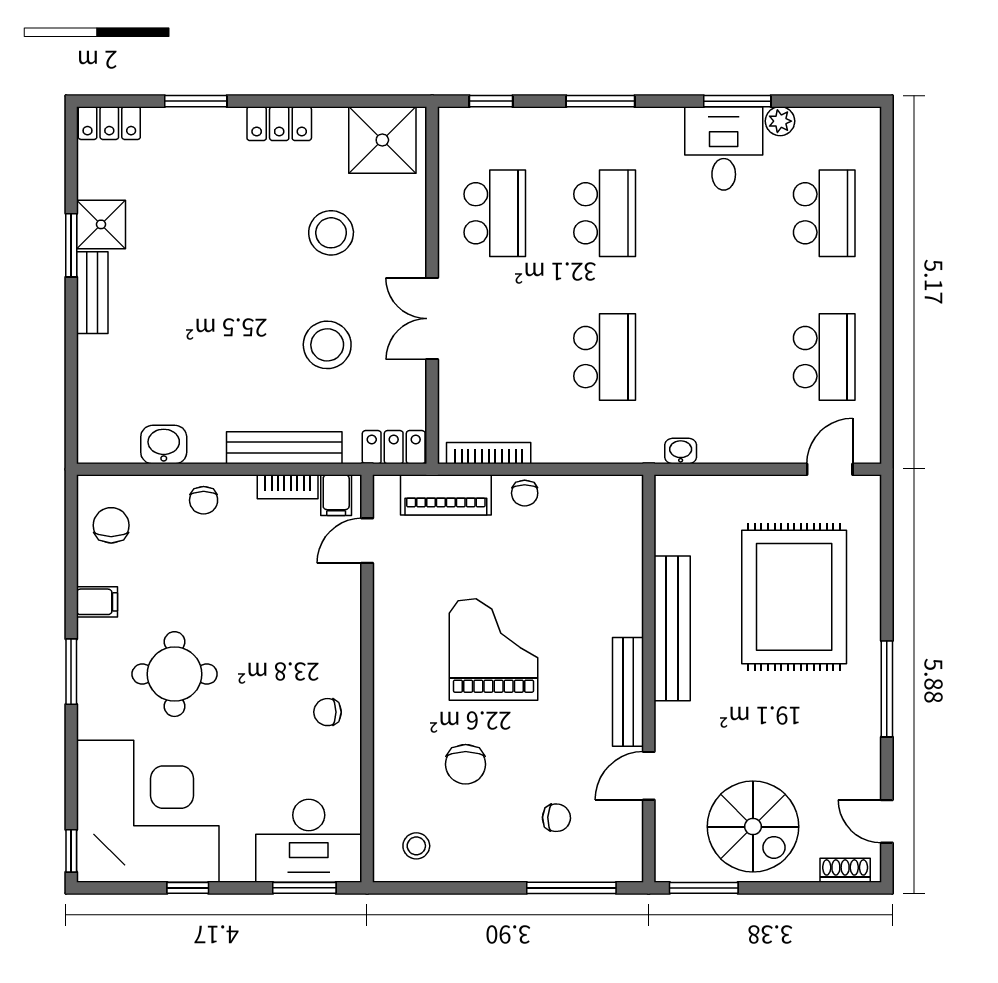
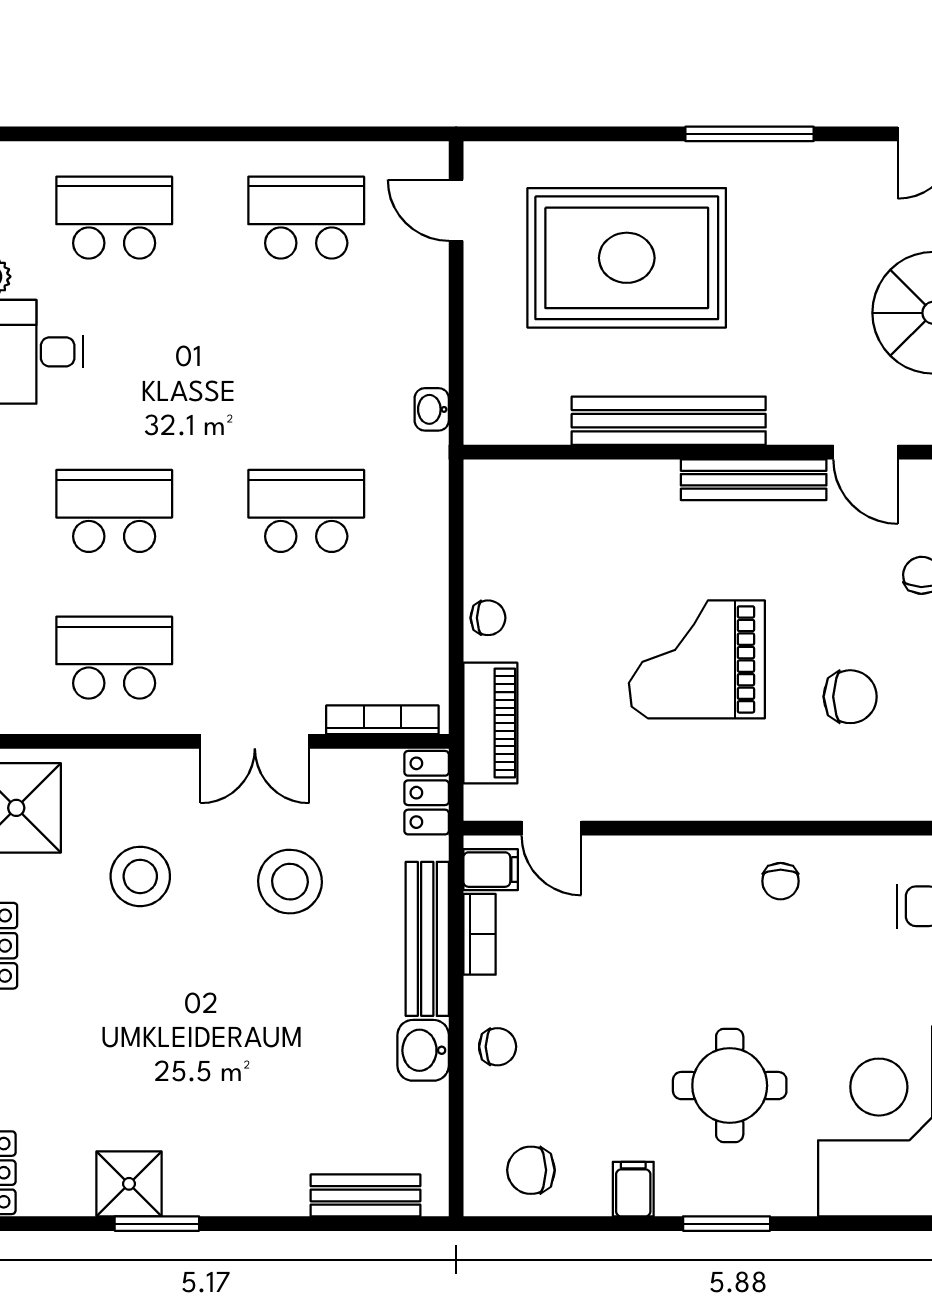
bench: (92, 293) -> (365, 1195), moved
washbasin: (164, 445) -> (423, 1050), moved
bookcase: (489, 453) -> (382, 720), moved, turned 90

